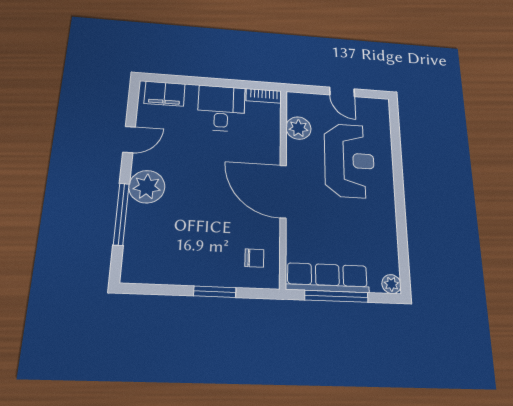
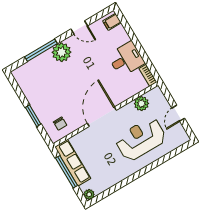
filing cabinet: (165, 94) -> (112, 22), width x0.50
reception desk: (349, 160) -> (141, 139), turned 180

